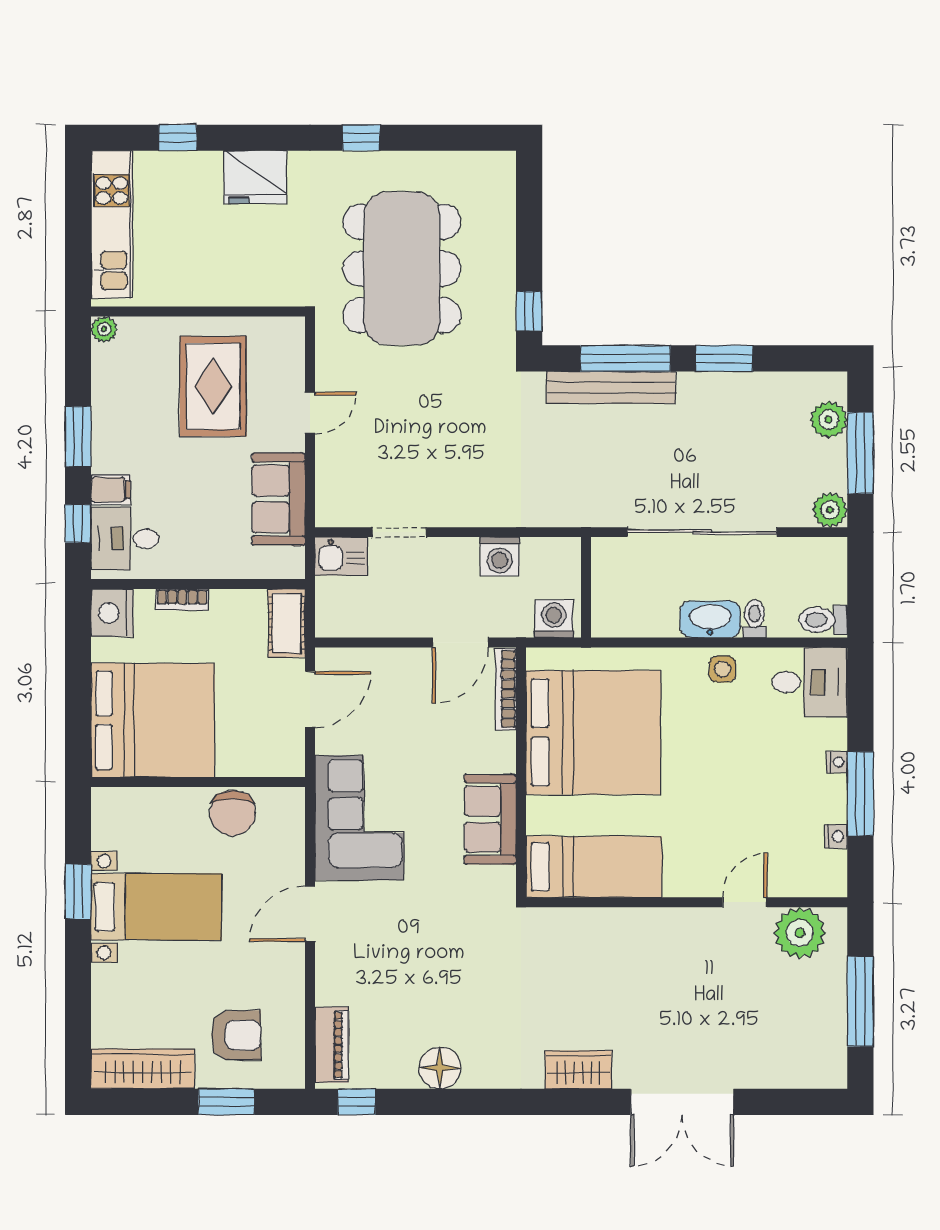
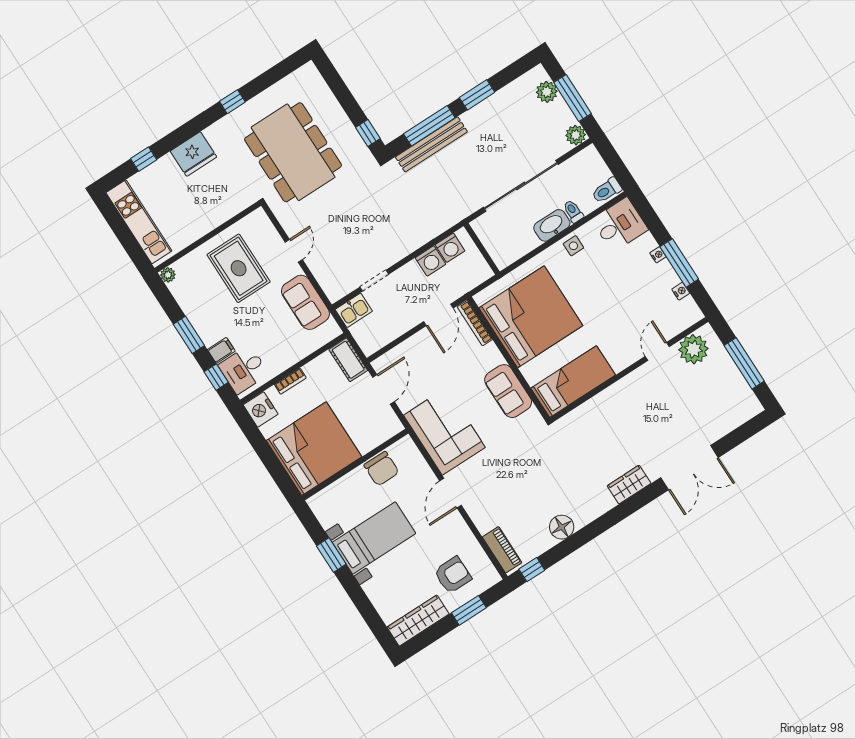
washing machine: (554, 619) -> (450, 248), moved, turned 180

